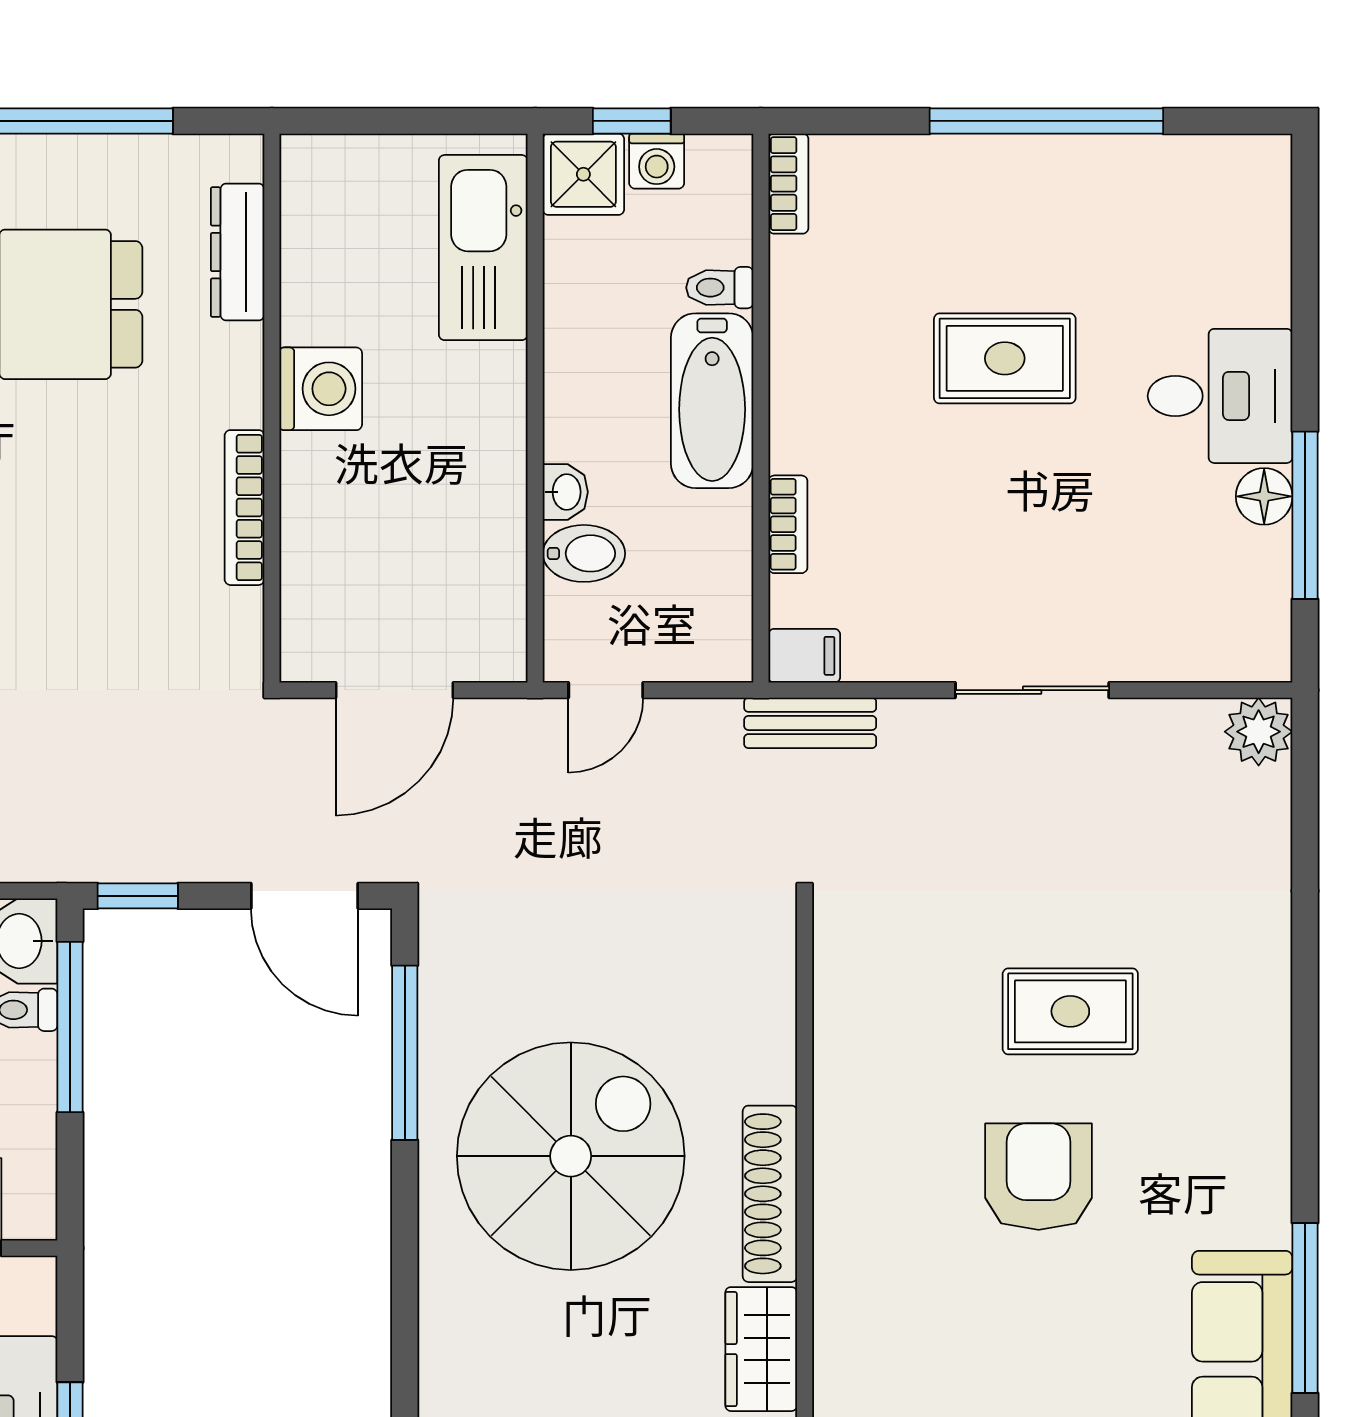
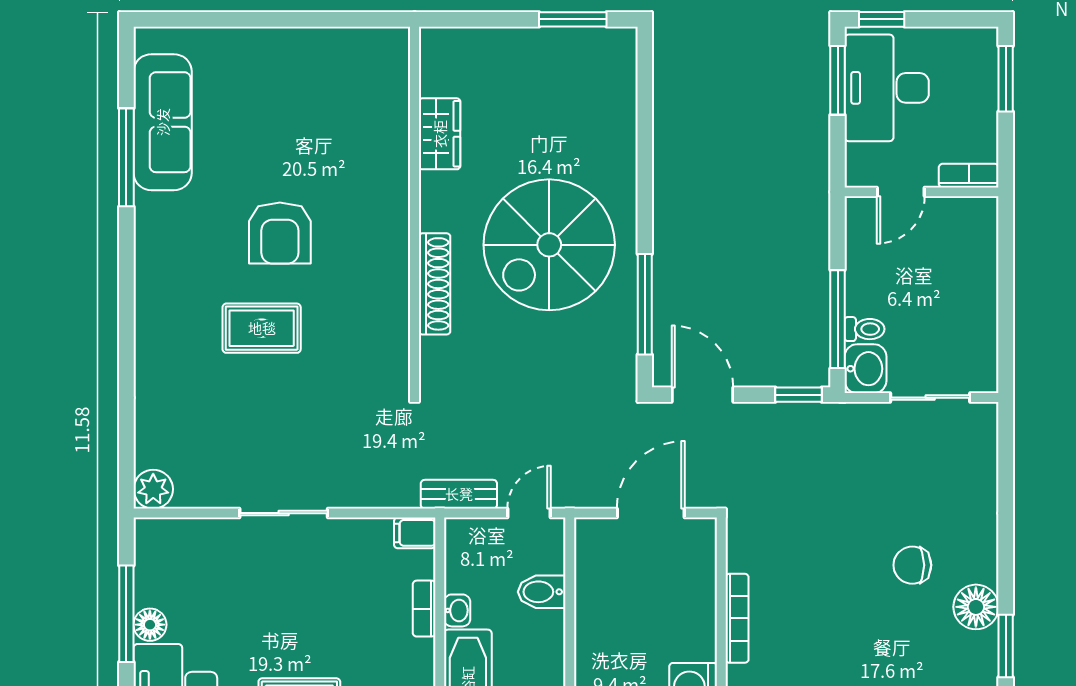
washbasin: (565, 492) -> (457, 610), moved, turned 180
bench: (810, 723) -> (459, 494), moved
shoe rack: (770, 1194) -> (435, 284), moved

